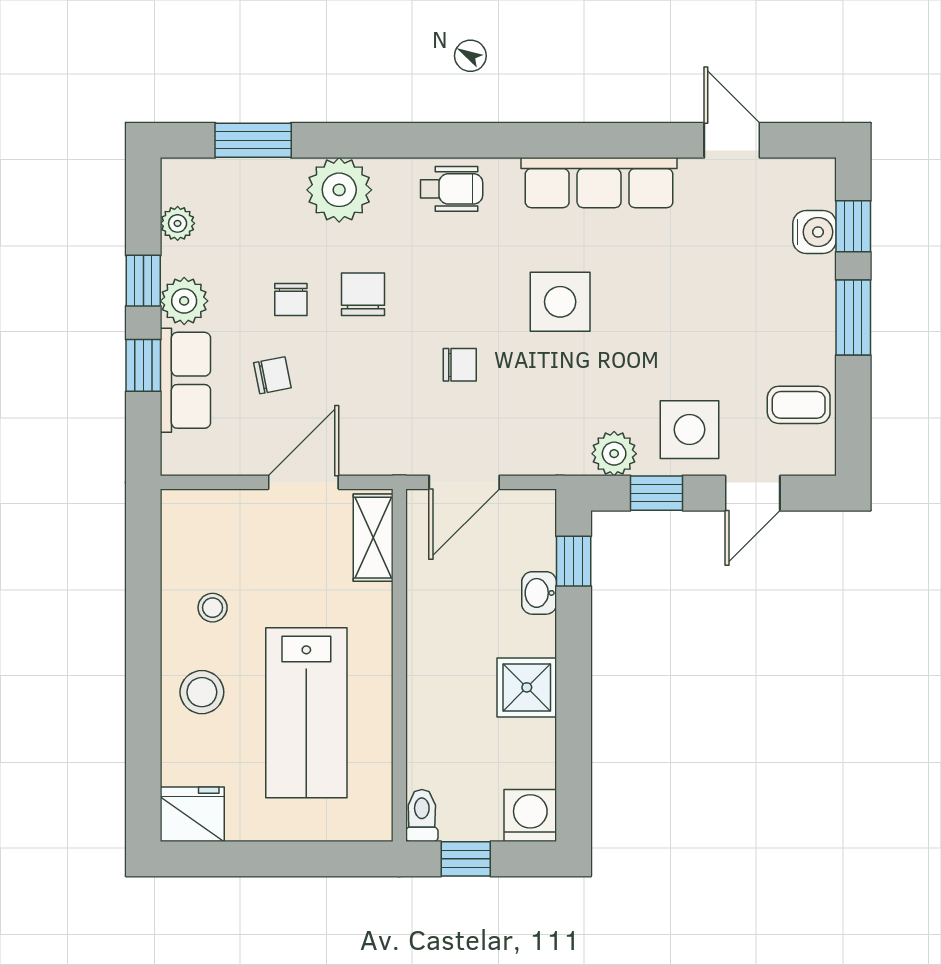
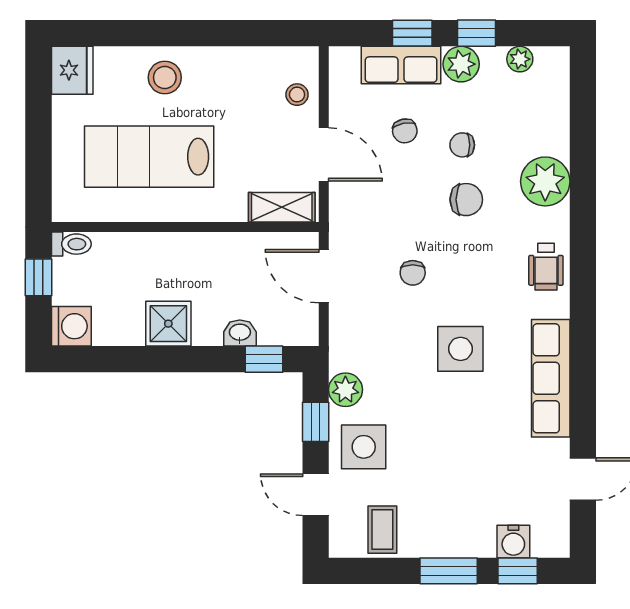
window: (253, 140) -> (583, 116), removed
stool: (213, 608) -> (297, 95), moved

